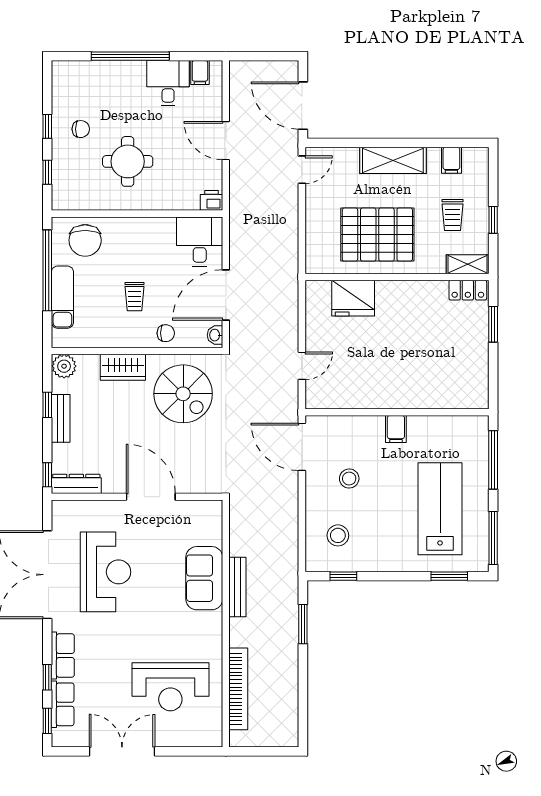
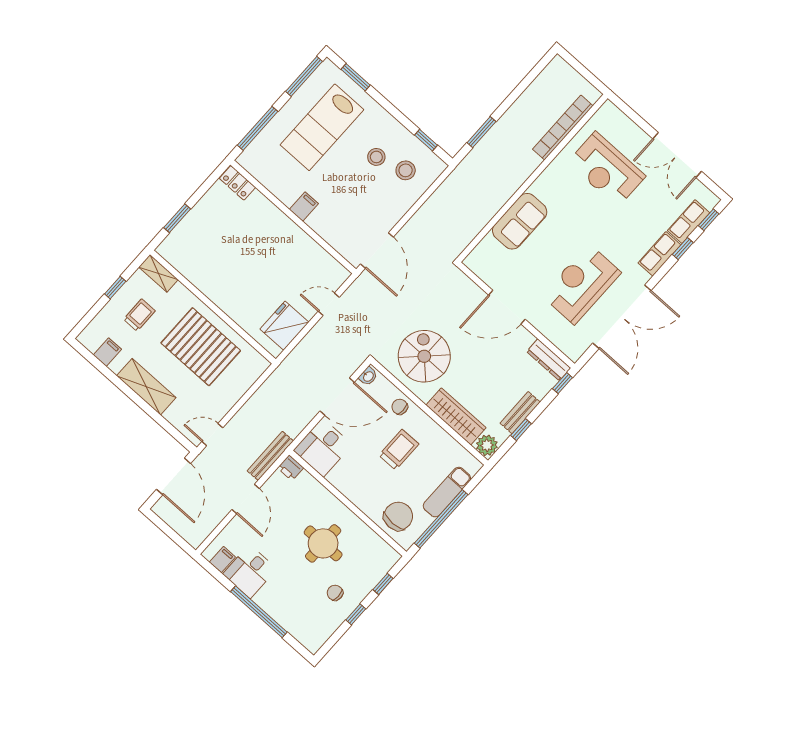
locker: (468, 290) -> (237, 183), moved, turned 180
trolley: (135, 297) -> (399, 450), width x1.36, depth x1.39
fridge: (353, 298) -> (284, 326), moved, turned -90
wardrobe: (123, 367) -> (456, 416), width x1.50
stool: (349, 479) -> (376, 157), moved
door: (151, 497) -> (507, 307), hinge flipped
bench: (237, 587) -> (270, 456), moved
reception desk: (170, 687) -> (607, 169), turned 180

